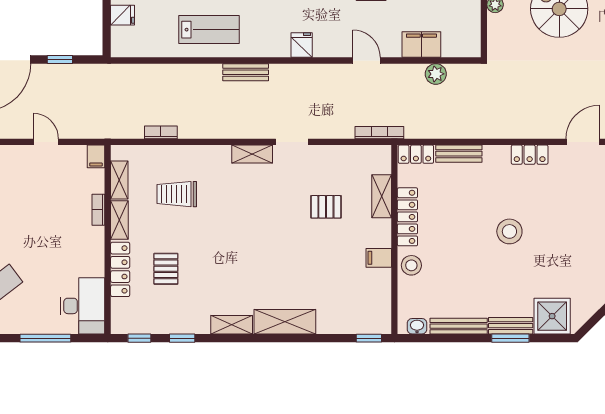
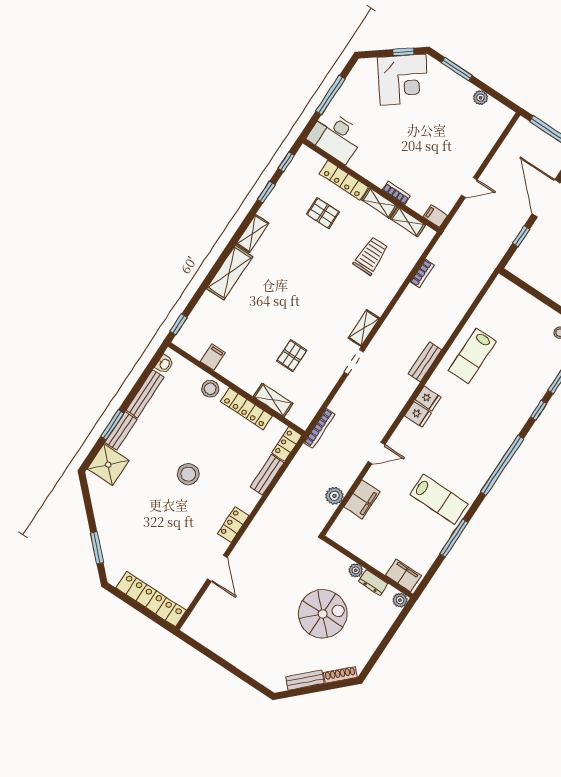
fridge: (123, 15) -> (428, 398), moved, turned -90
filing cabinet: (379, 258) -> (213, 357), moved

